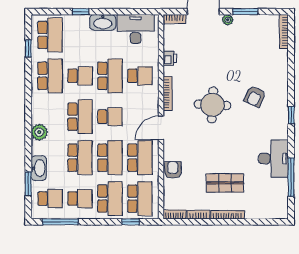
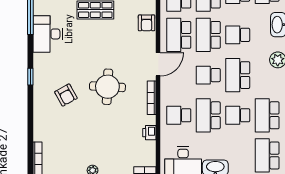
armchair: (255, 96) -> (66, 95), turned 127
school desk: (80, 158) -> (238, 35), width x0.54

